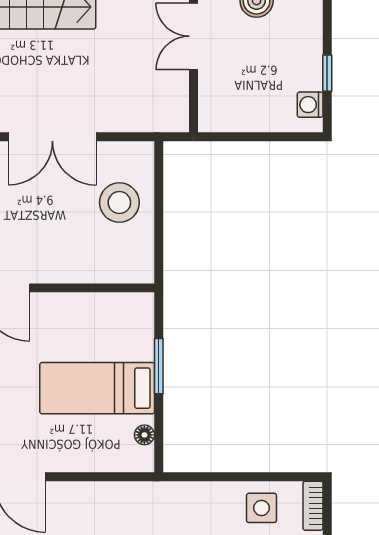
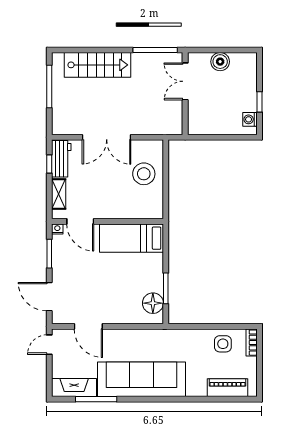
window: (159, 366) -> (166, 288), moved
bed: (97, 388) -> (131, 238), moved
floor lamp: (144, 435) -> (153, 303), width x1.89, depth x1.89

